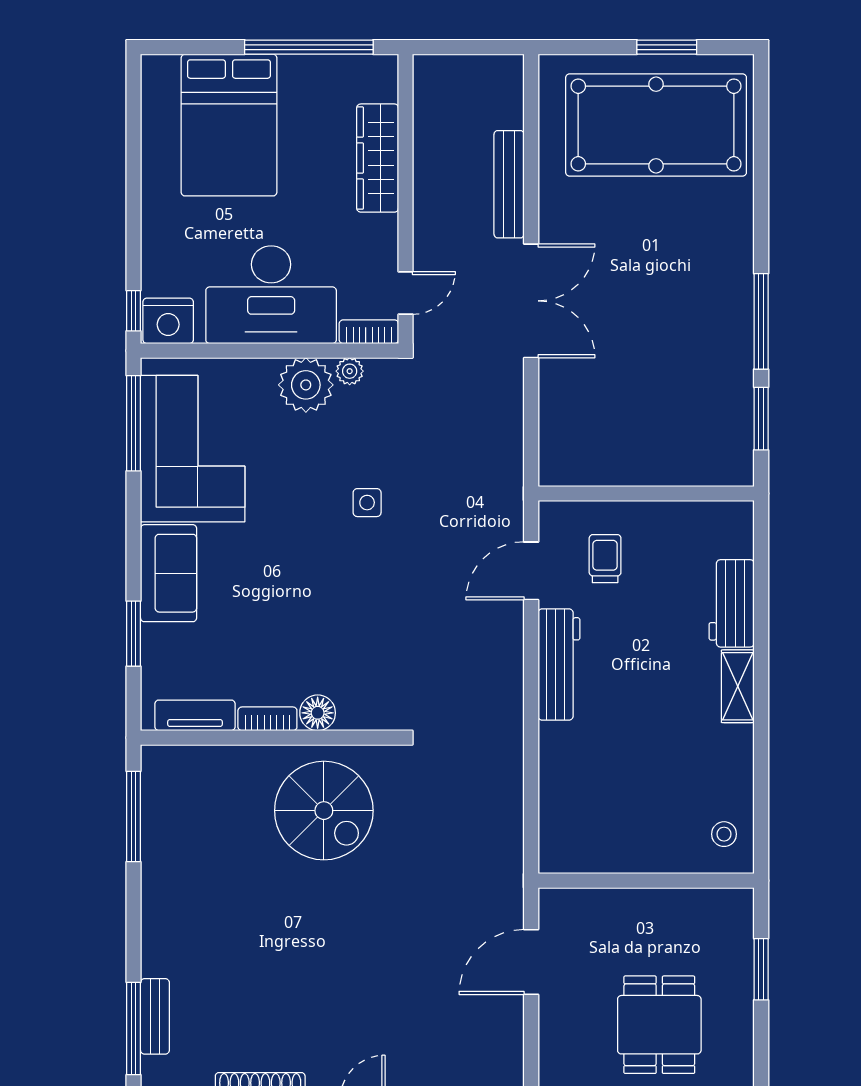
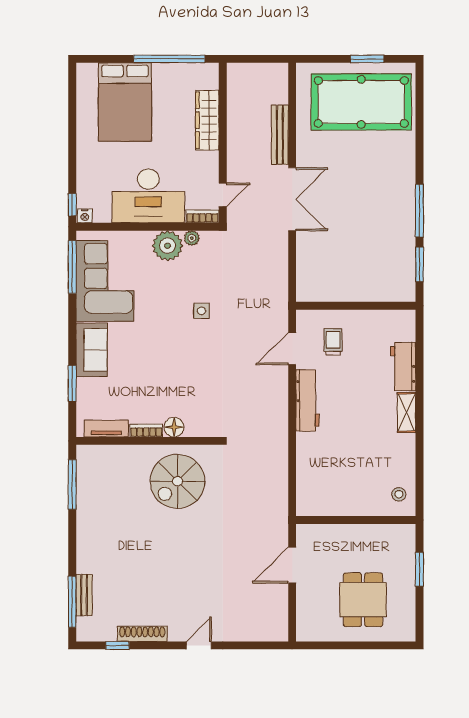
nightstand: (168, 321) -> (85, 216), width x0.53, depth x0.56
spiral stairs: (324, 811) -> (177, 481), turned 90

